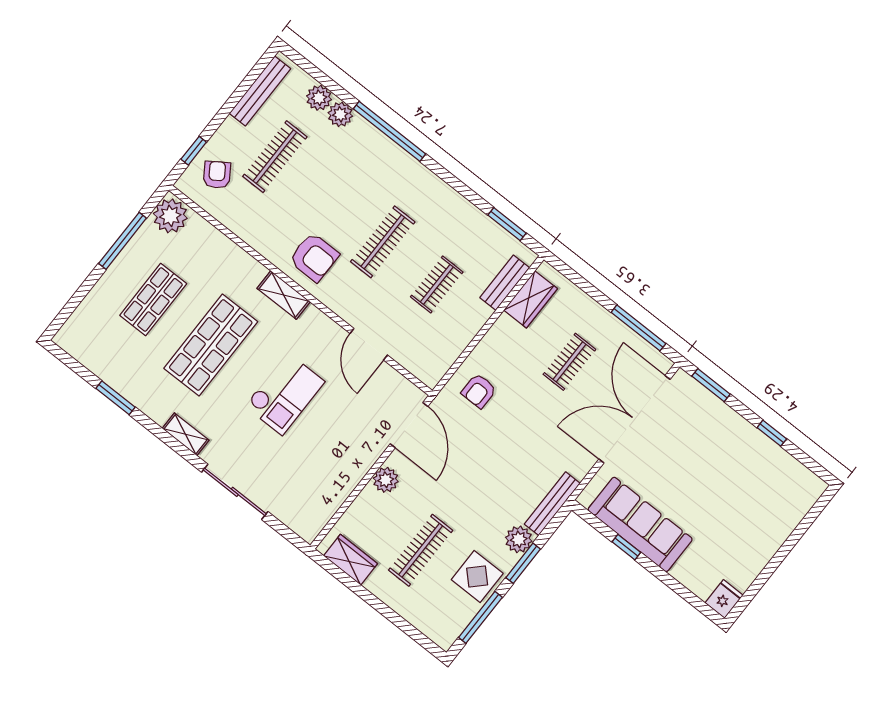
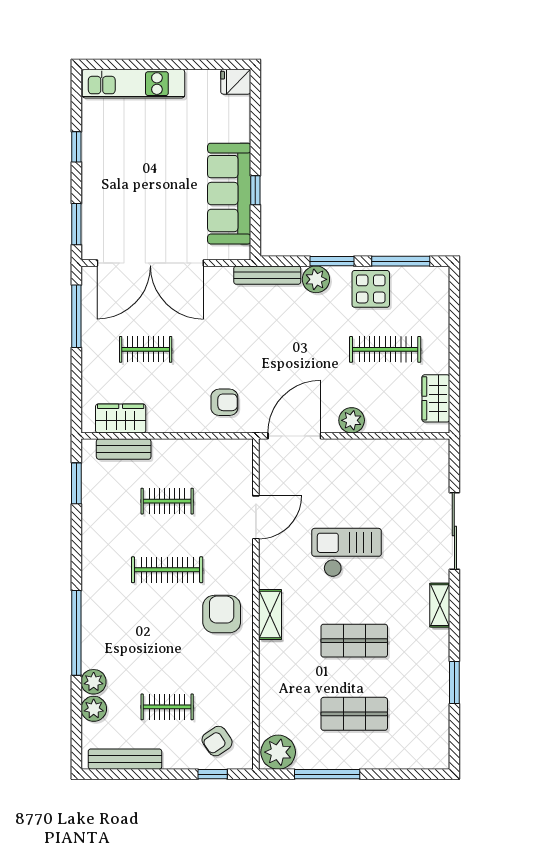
clothes rail: (275, 157) -> (167, 707), width x0.73
shop shelf: (211, 345) -> (354, 641), width x0.70, depth x0.74
kitchen unit: (786, 517) -> (133, 84), added

